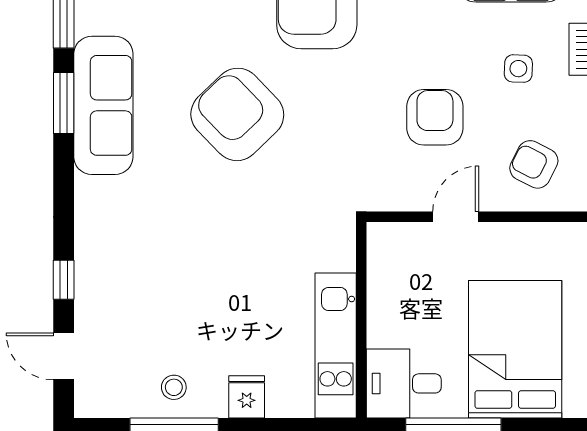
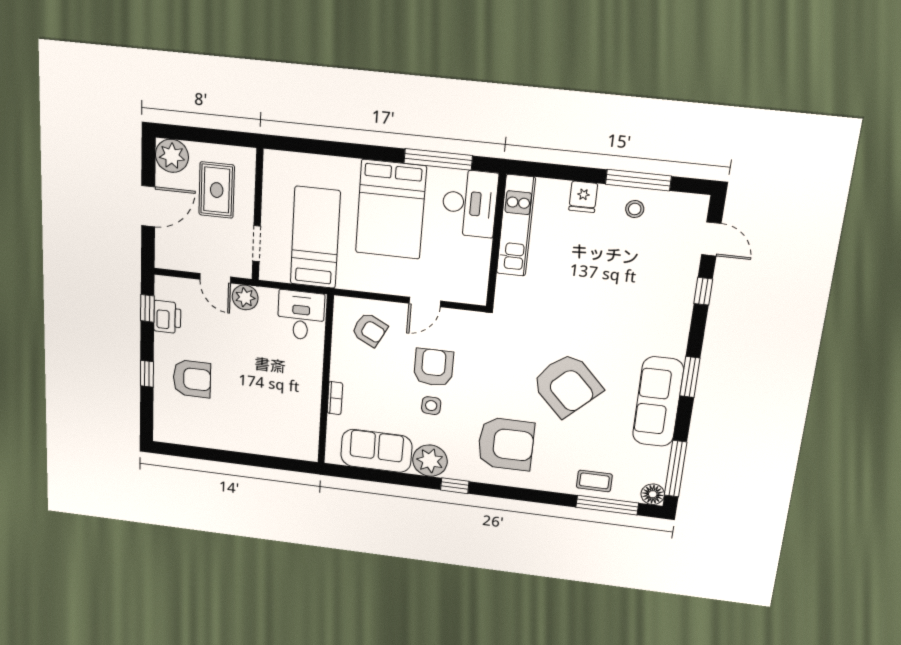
side table: (518, 69) -> (431, 406), moved
window: (64, 103) -> (690, 377), moved
armchair: (435, 117) -> (433, 367), turned 180
desk: (404, 383) -> (470, 203), width x1.37

